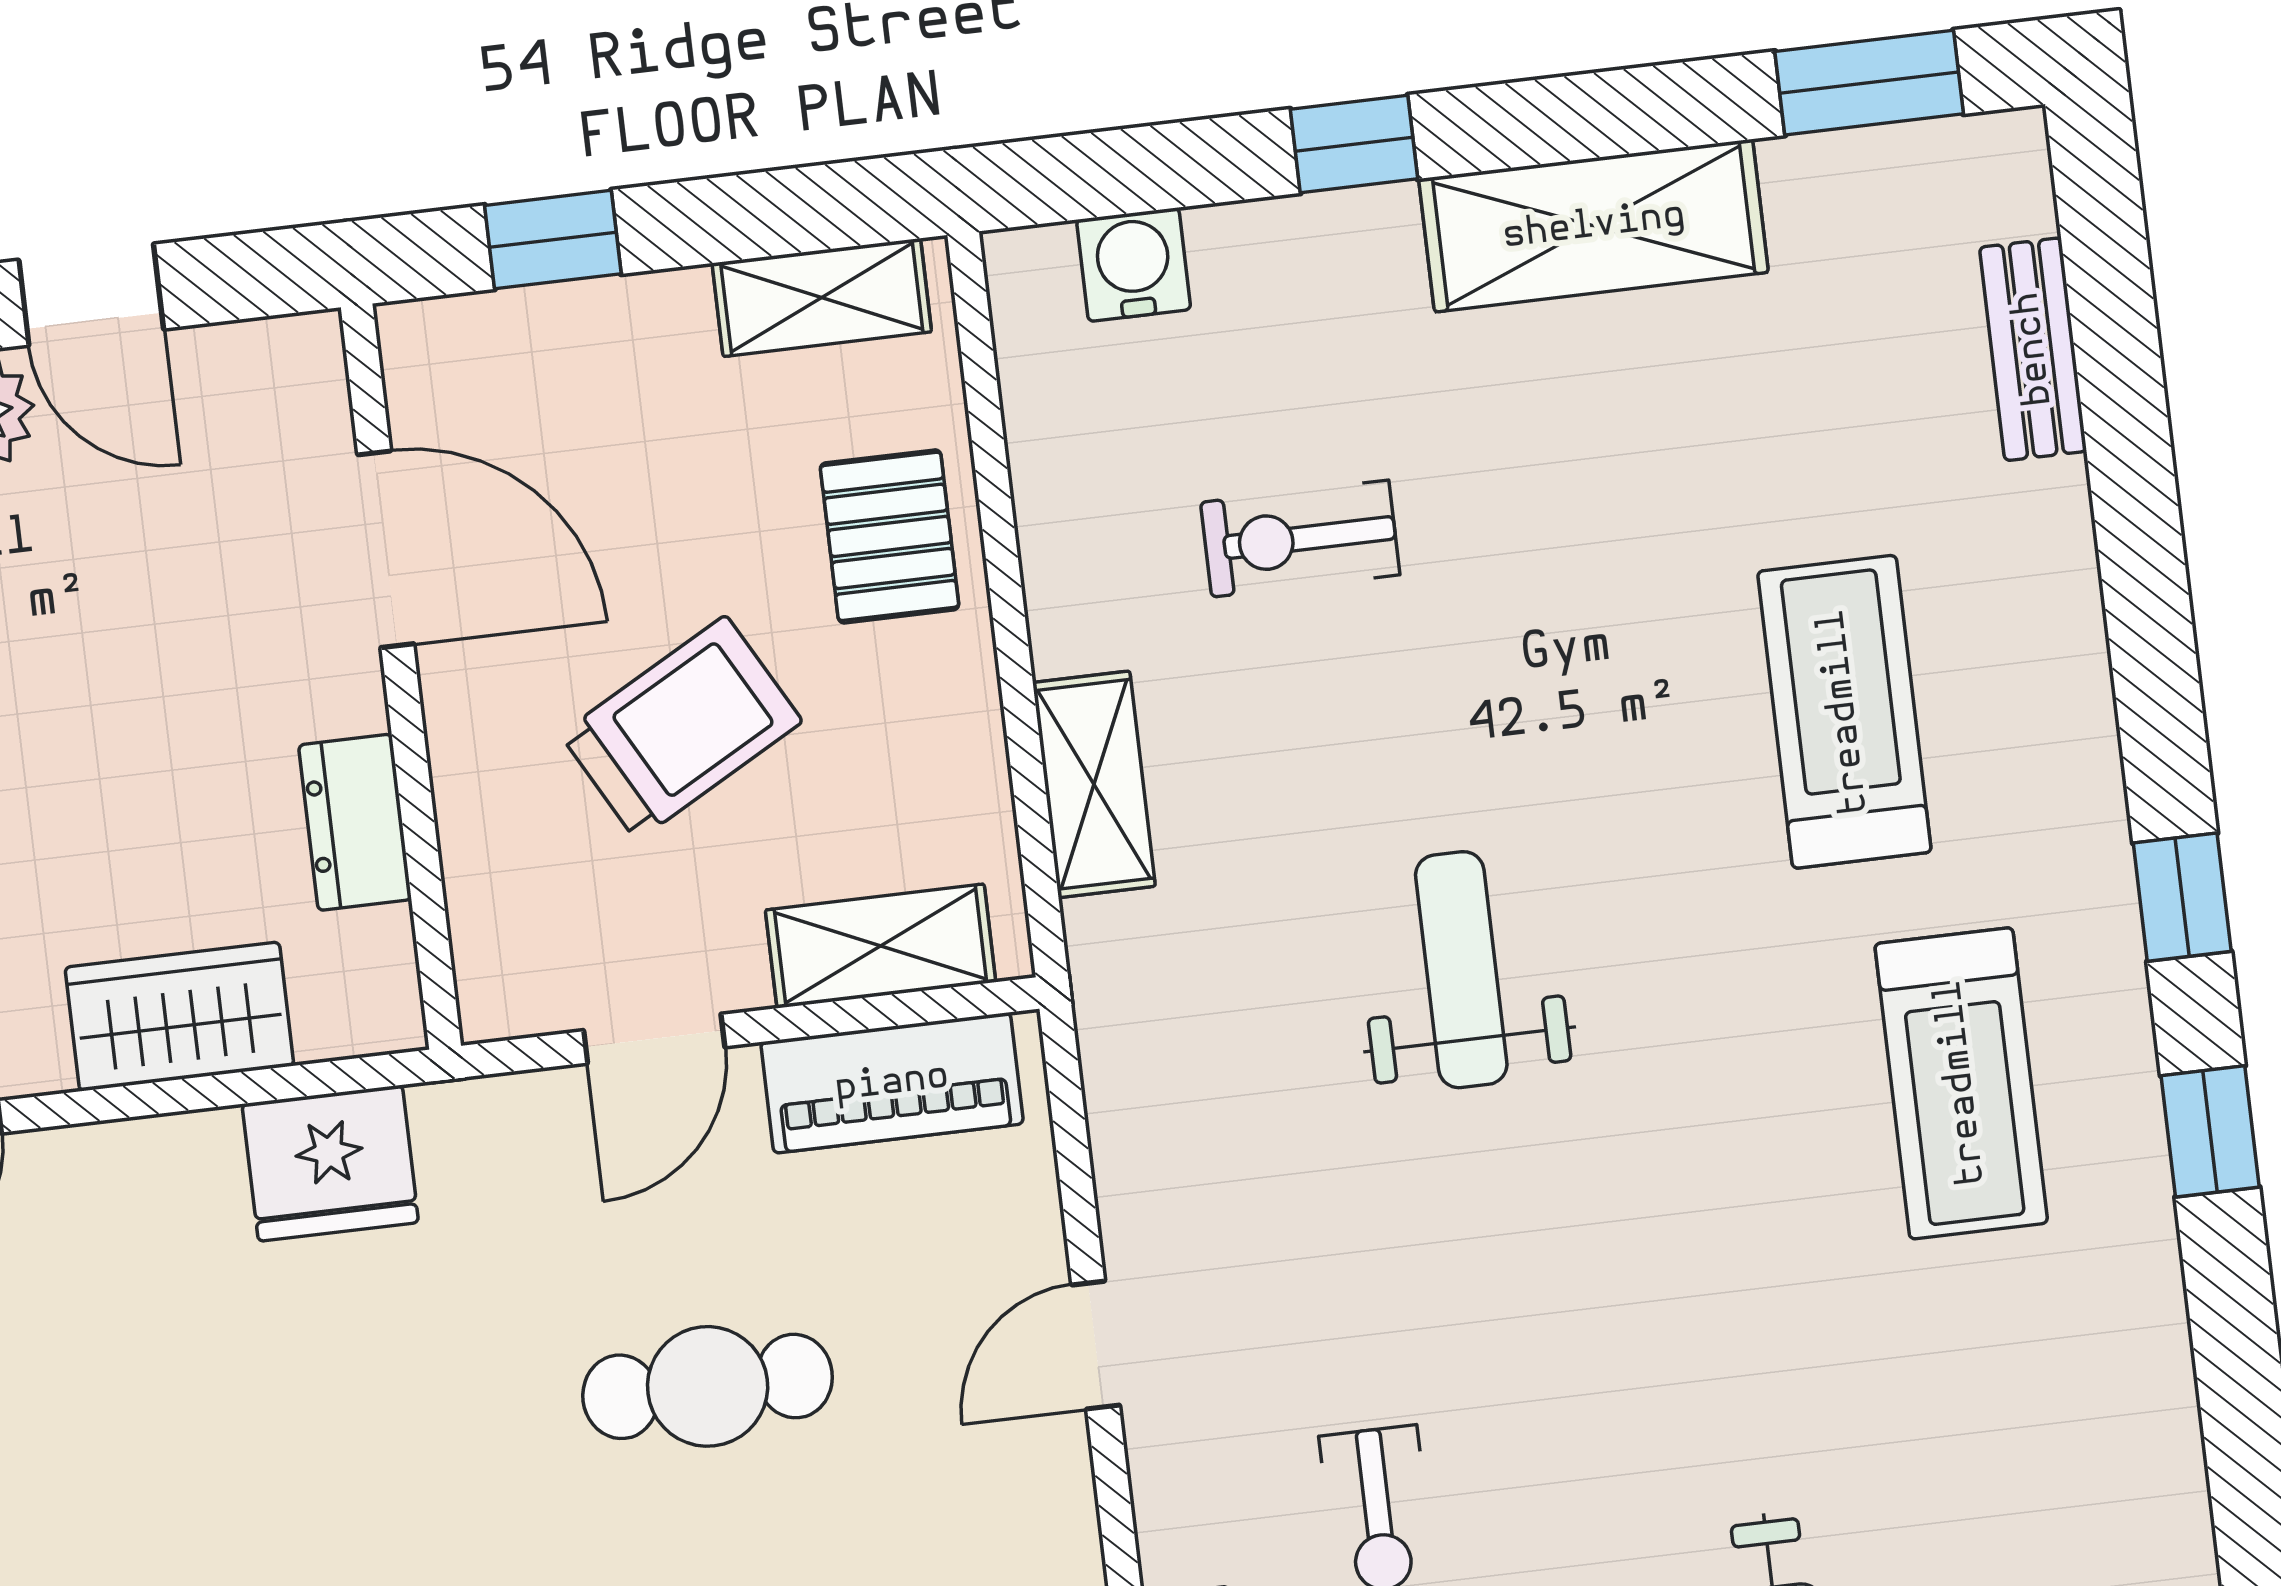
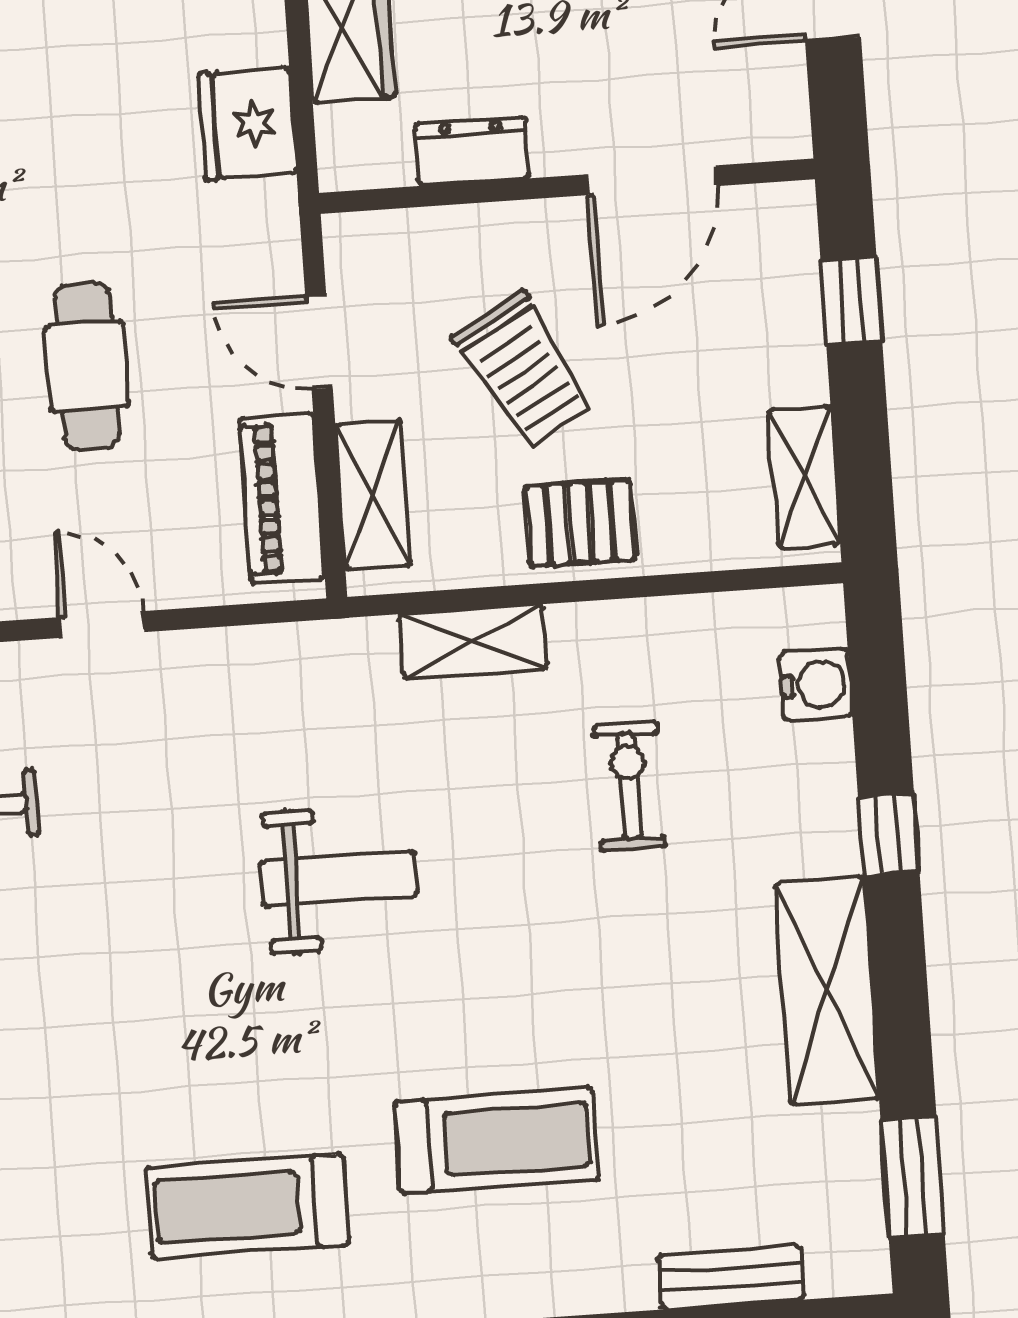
pallet: (890, 536) -> (580, 523), moved

